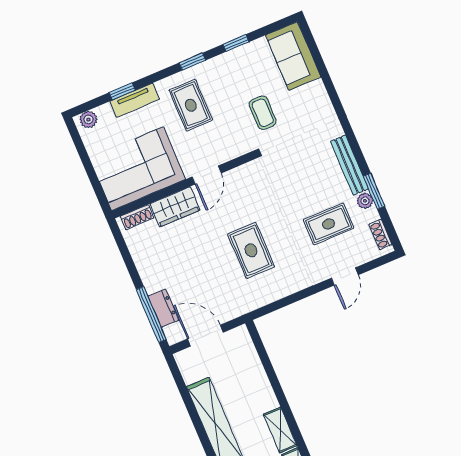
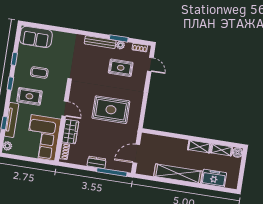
tv unit: (135, 100) -> (12, 120), width x1.41
coffee table: (263, 113) -> (39, 72), moved
rug: (329, 224) -> (121, 68), turned 90
rug: (251, 250) -> (111, 110), width x1.36, depth x1.43
door: (345, 276) -> (150, 64), moved
dresser: (163, 308) -> (97, 162), moved

